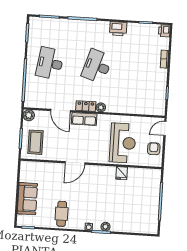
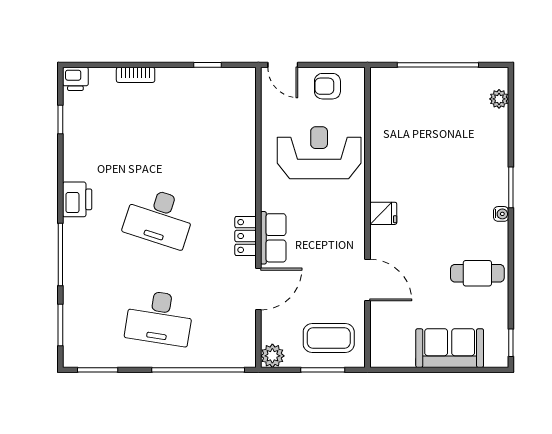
printer: (118, 29) -> (77, 199), moved
plant: (101, 107) -> (246, 204), removed
door: (75, 163) -> (368, 280), moved
fridge: (122, 173) -> (383, 213), moved
plant: (105, 227) -> (499, 99), moved

